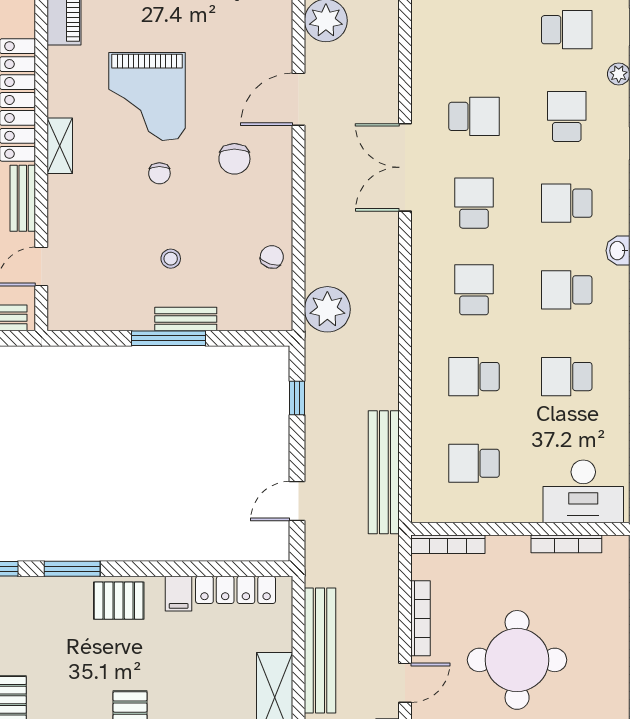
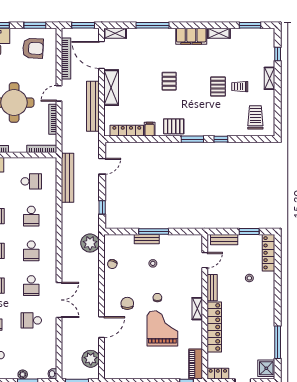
school desk: (474, 377) -> (31, 216), turned 90

